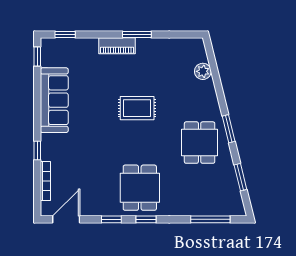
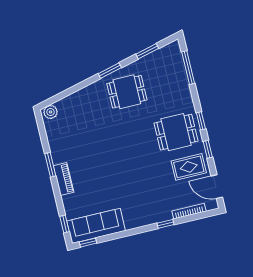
plant: (203, 71) -> (51, 112), moved
sofa: (54, 100) -> (96, 226), moved
rug: (137, 108) -> (189, 167), moved, turned 90

